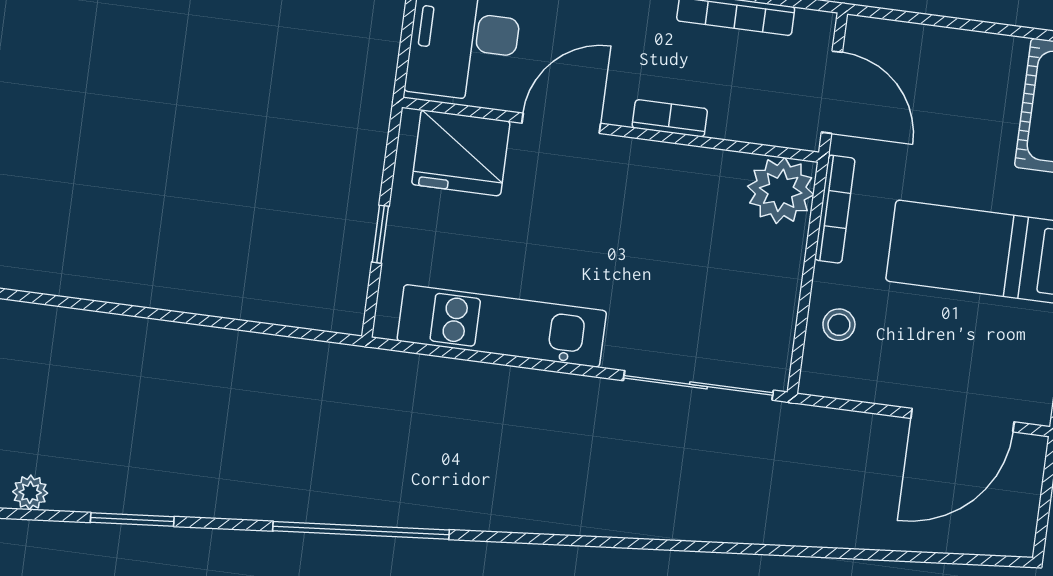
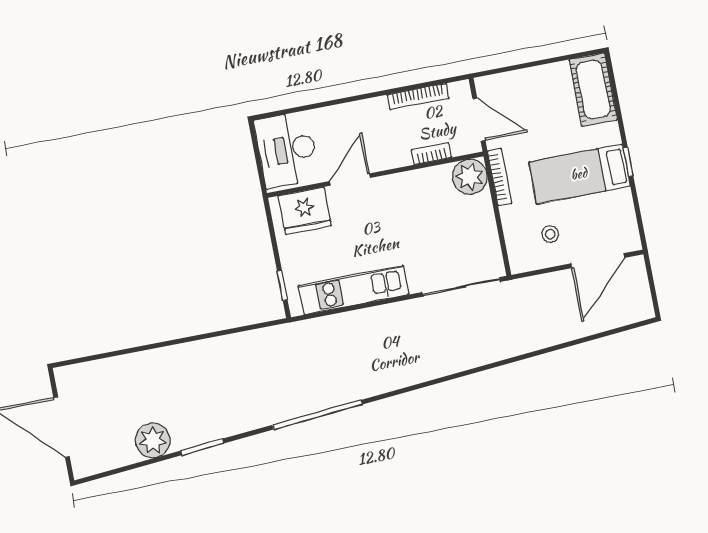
bookcase: (670, 118) -> (431, 154), moved
window: (380, 234) -> (282, 285), moved
stool: (839, 325) -> (550, 234), moved
plant: (30, 492) -> (153, 440), width x1.88, depth x1.88

